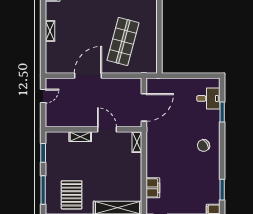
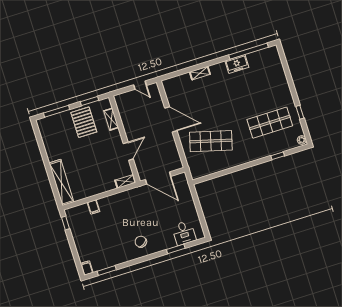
shelving: (80, 137) -> (111, 119), moved
filing cabinet: (153, 188) -> (93, 207), width x0.50
pallet: (72, 195) -> (84, 122), moved, turned 90

